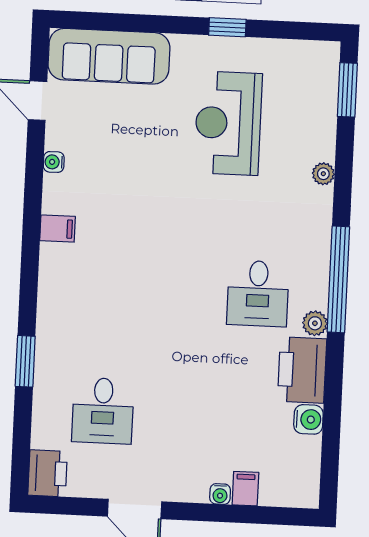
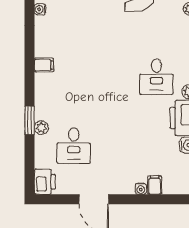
filing cabinet: (58, 229) -> (44, 65), moved
plant: (46, 375) -> (41, 128), added

